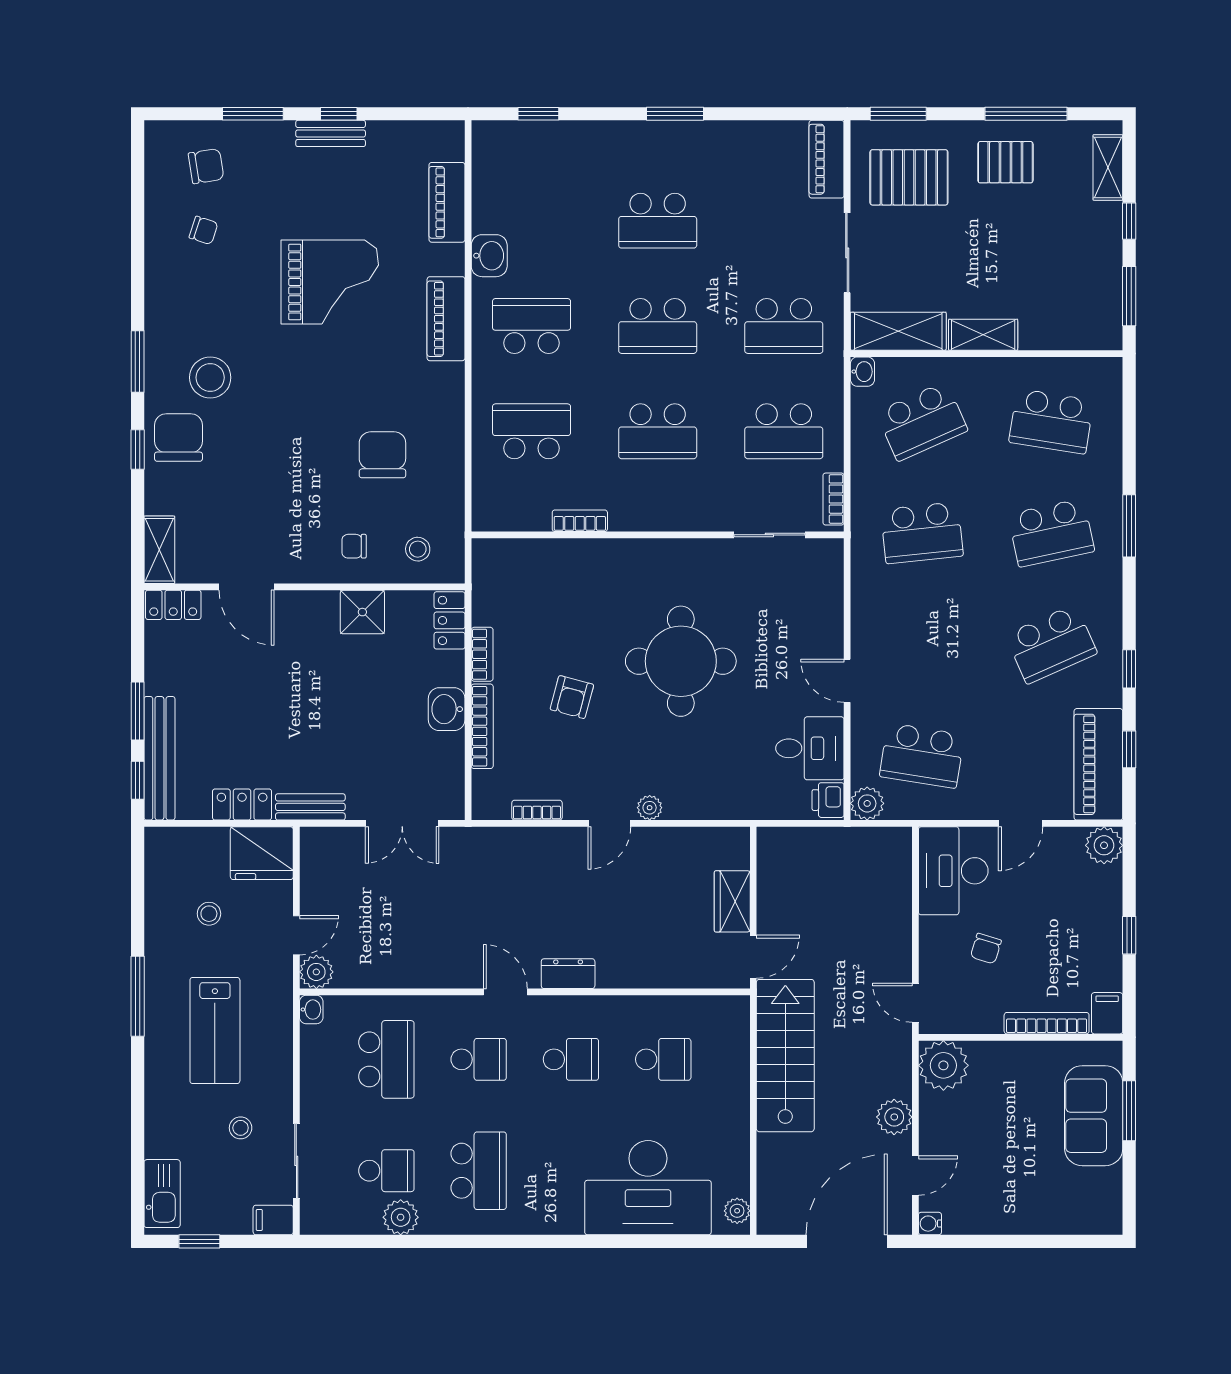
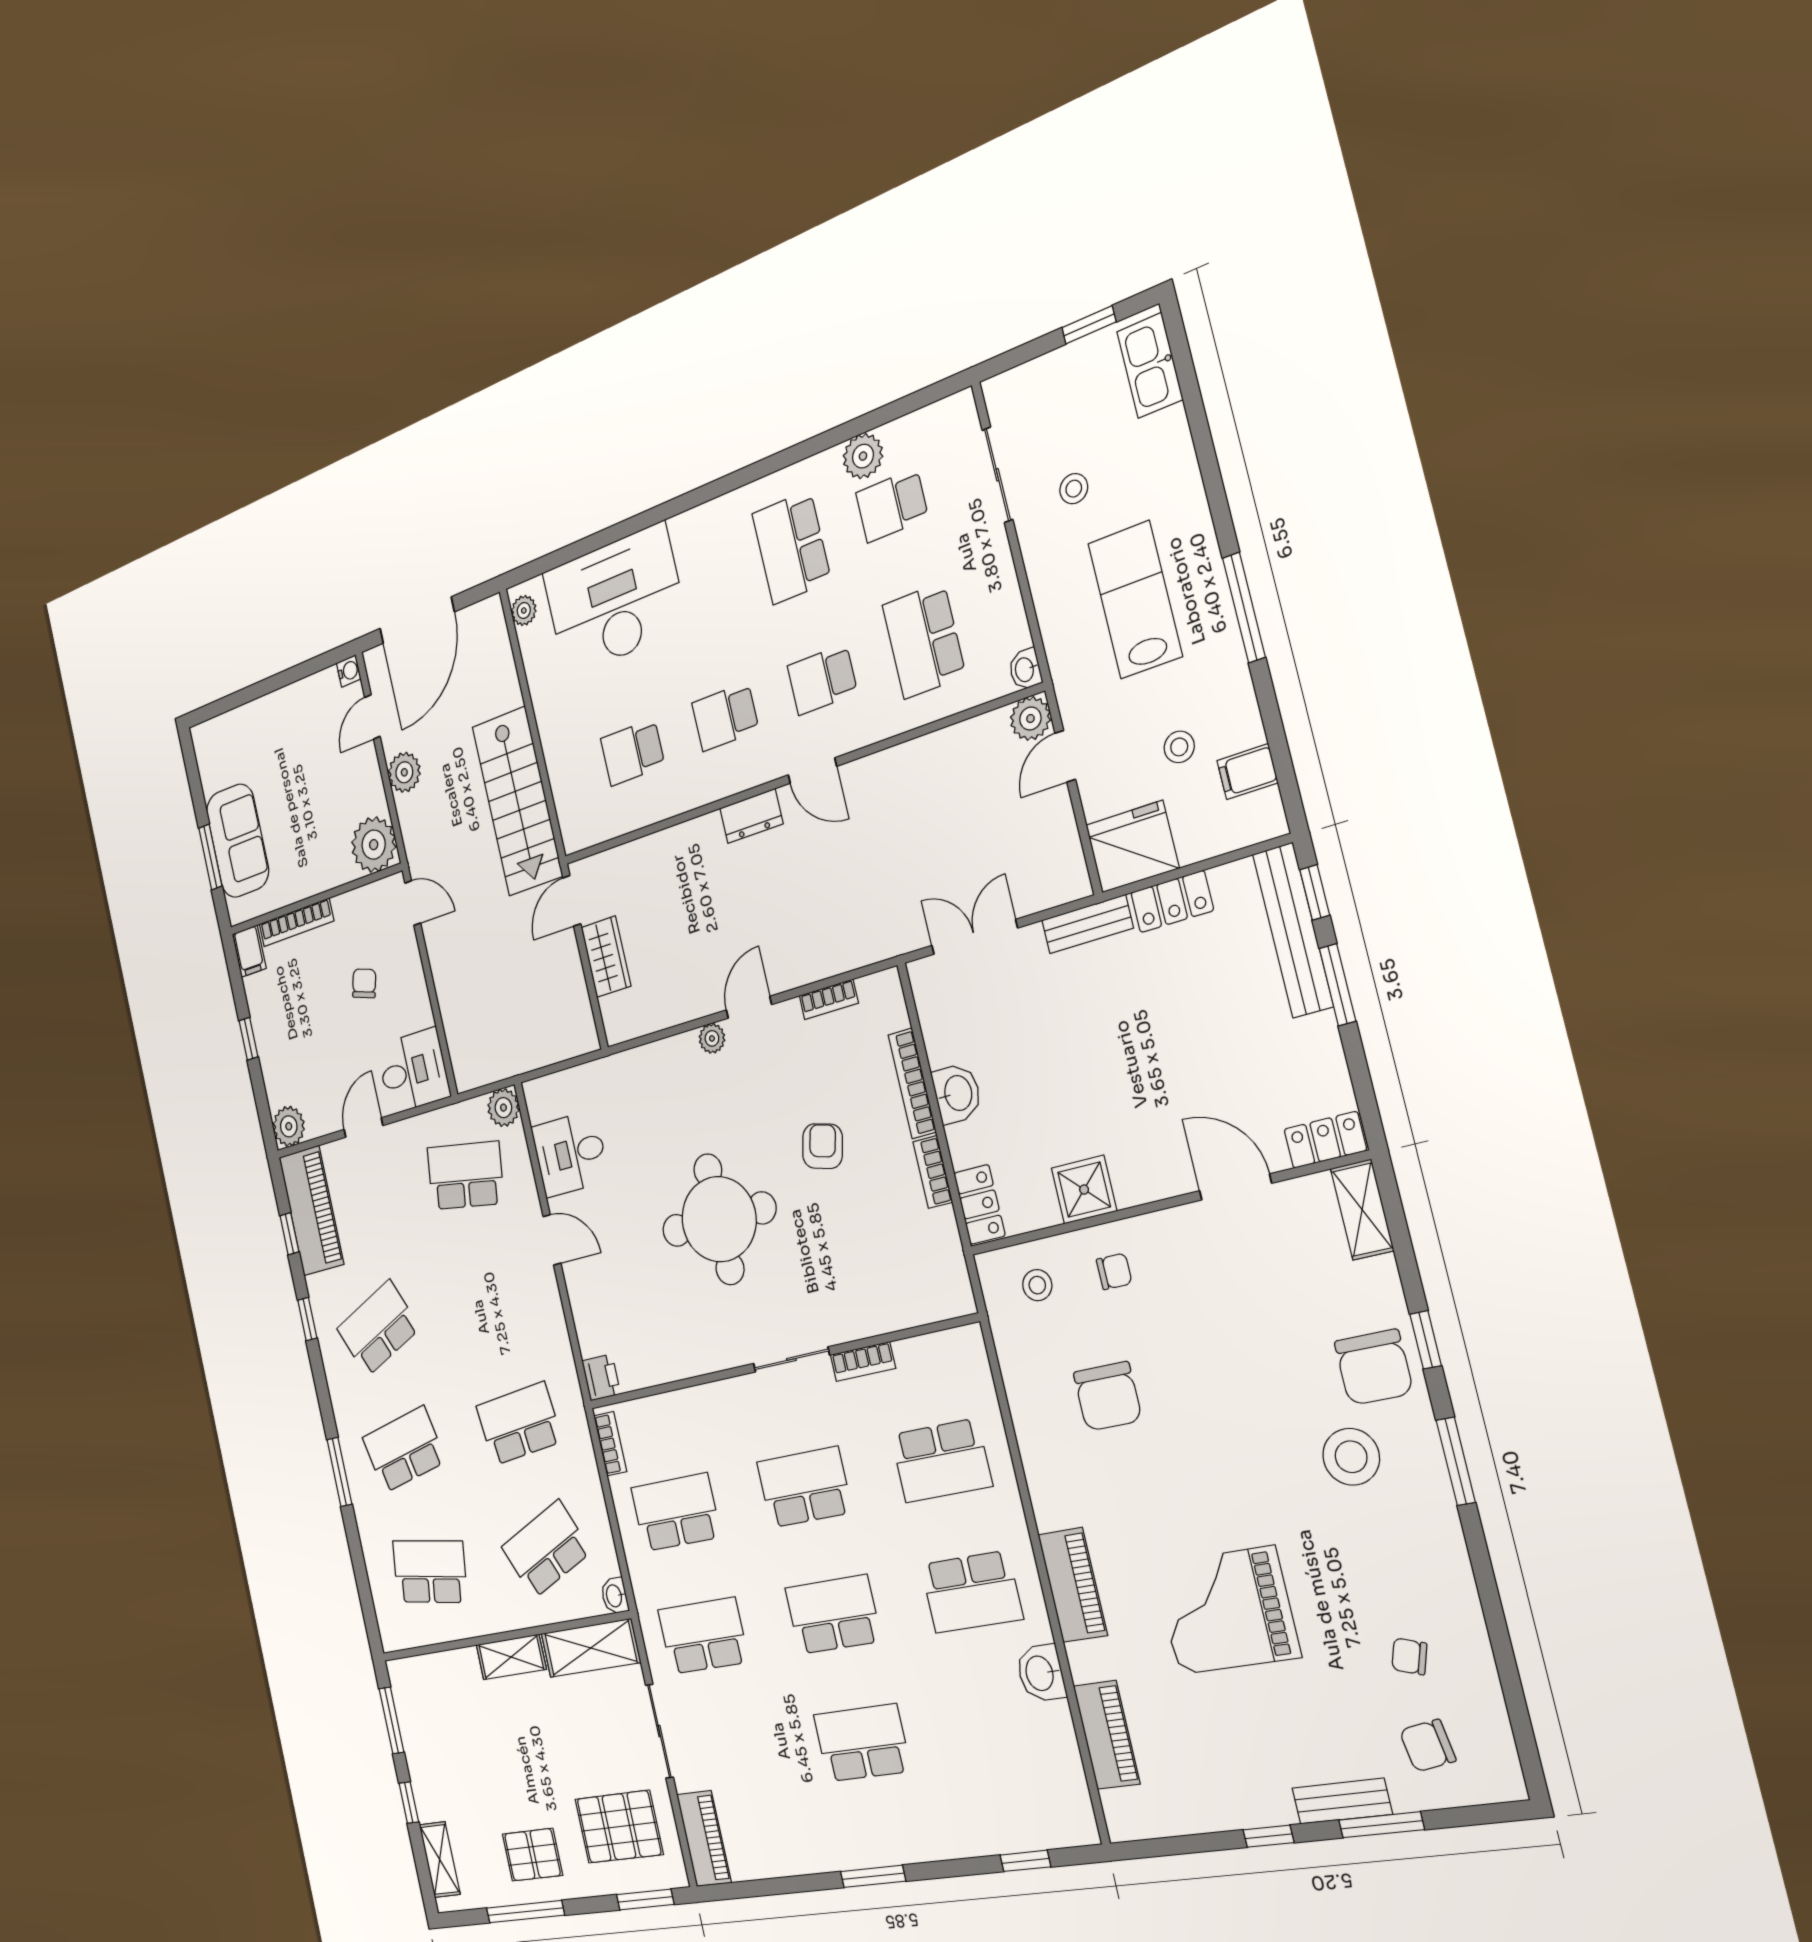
bench: (331, 133) -> (1342, 1801), moved
sliding door: (769, 535) -> (791, 1359), moved
printer: (828, 800) -> (601, 1377), moved
desk: (953, 871) -> (413, 1071), width x0.73
filing cabinet: (273, 1220) -> (1247, 772), moved, turned 180

